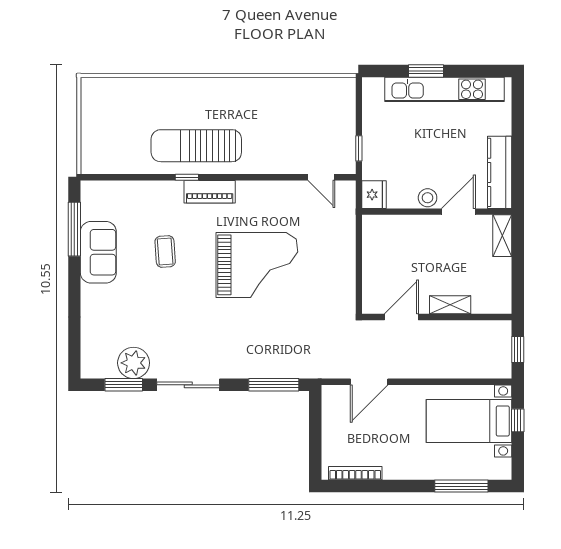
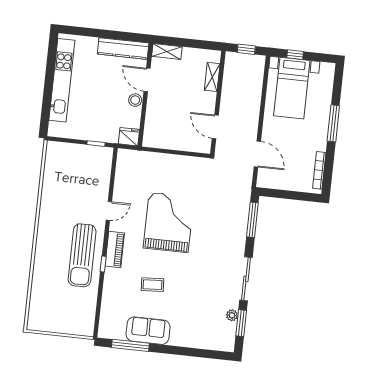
window: (426, 71) -> (48, 92), removed
door: (321, 177) -> (109, 211), moved
shelving: (450, 305) -> (212, 77), moved
plant: (134, 363) -> (232, 315), width x0.53, depth x0.53
window: (461, 486) -> (333, 123), moved

